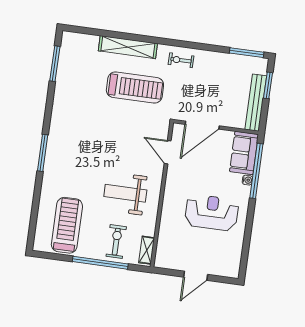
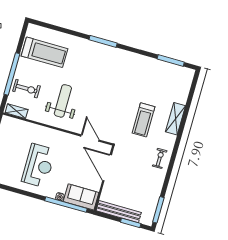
shelving: (128, 47) -> (176, 119), width x0.68
treadmill: (135, 88) -> (144, 120), width x0.73, depth x0.73
door: (168, 152) -> (90, 138), hinge flipped

